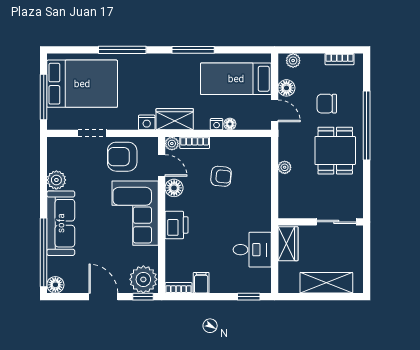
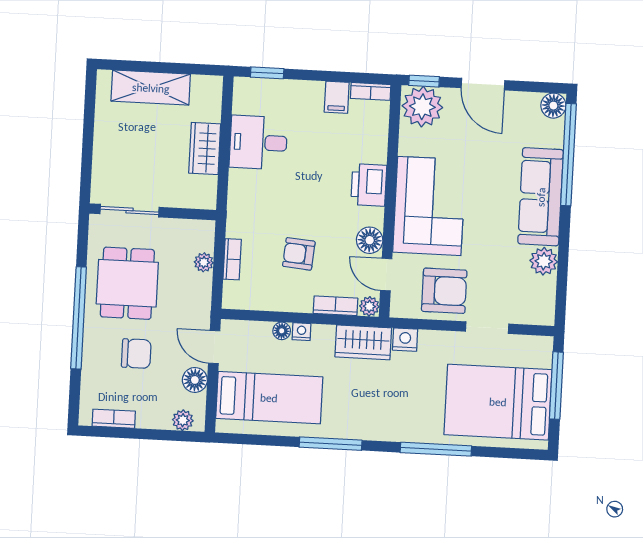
bookcase: (266, 170) -> (232, 259), added
wall: (321, 222) -> (153, 212), moved
sliding door: (336, 222) -> (130, 211), moved

